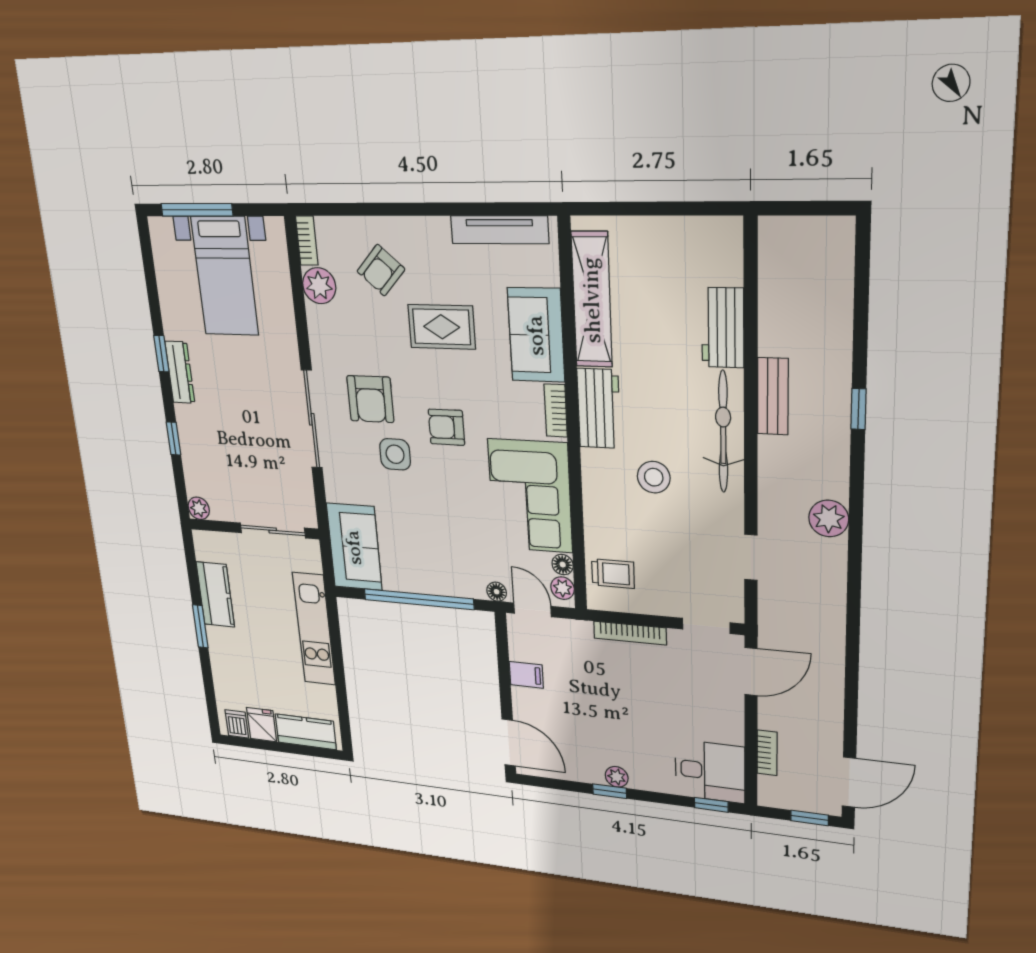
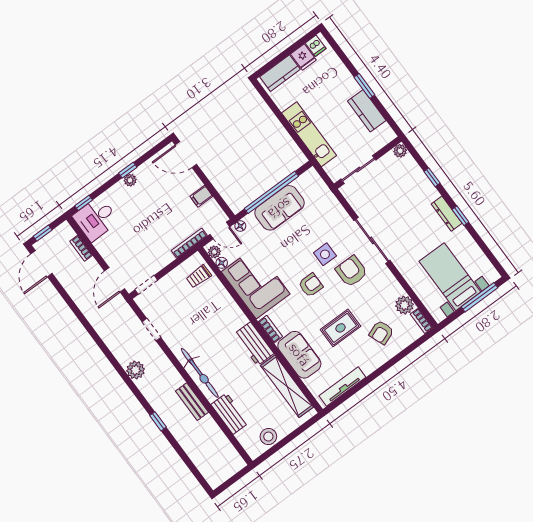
armchair: (381, 270) -> (381, 332), turned -153
stool: (654, 477) -> (268, 437), moved
sofa: (354, 547) -> (279, 208), moved, turned -90
bookcase: (630, 633) -> (189, 243), moved

